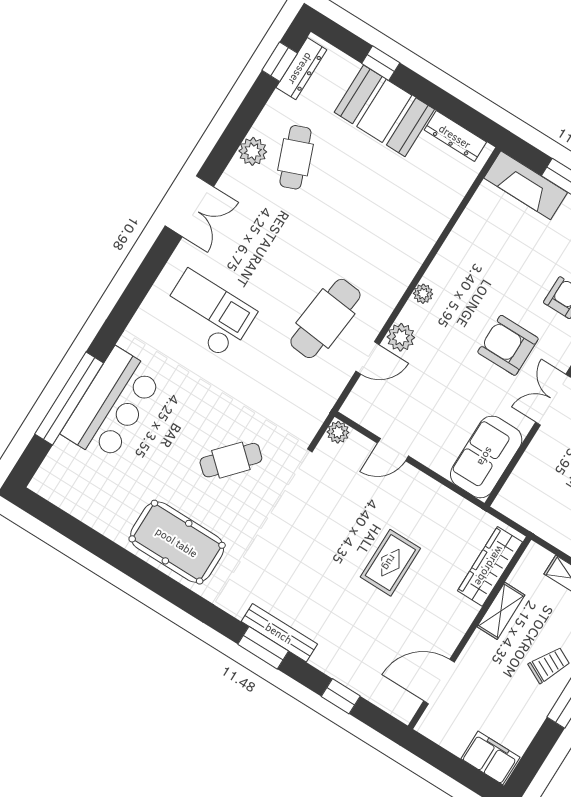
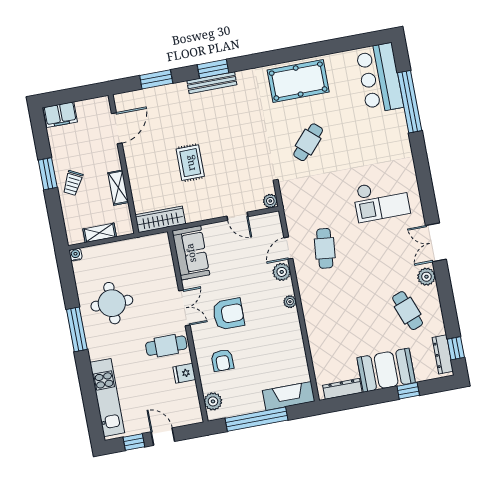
plant: (253, 151) -> (426, 277), moved
cafe table: (325, 318) -> (325, 248), width x0.73, depth x0.74
bar counter: (112, 405) -> (380, 78), moved
door: (393, 450) -> (237, 216), swing flipped
wardrobe: (490, 566) -> (160, 219), moved, turned -90
window: (341, 696) -> (156, 79), width x1.50

